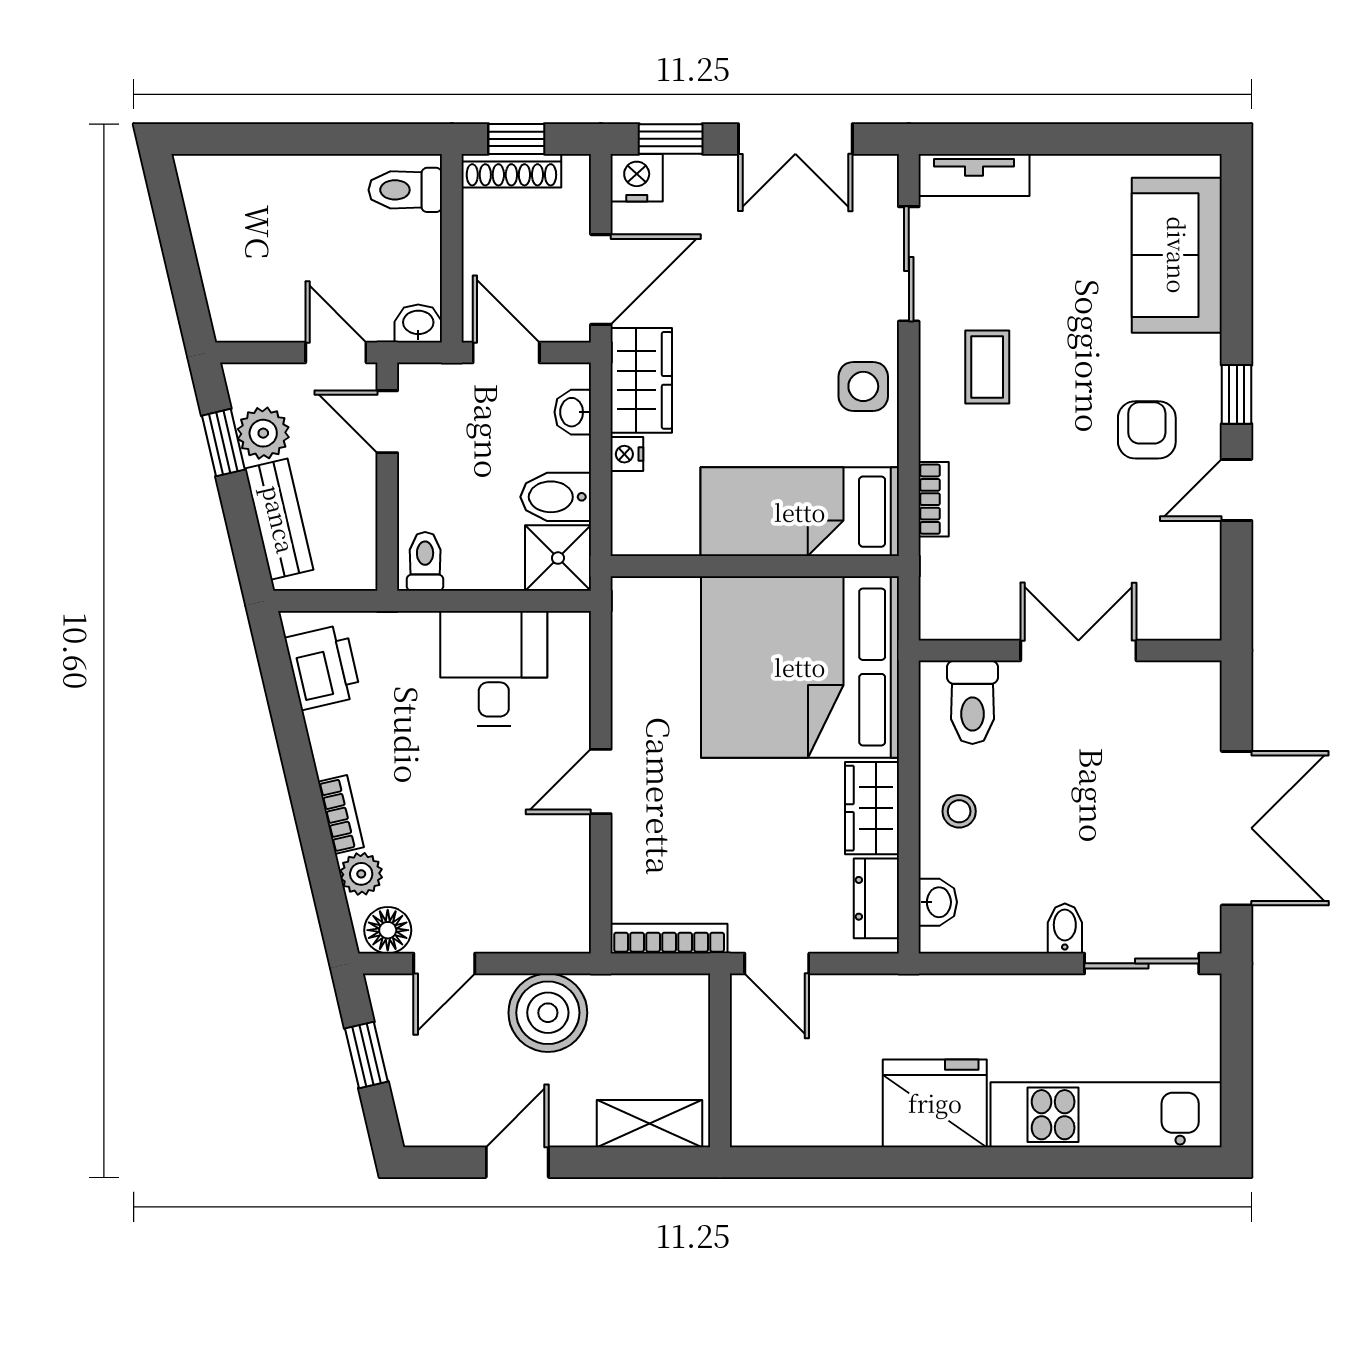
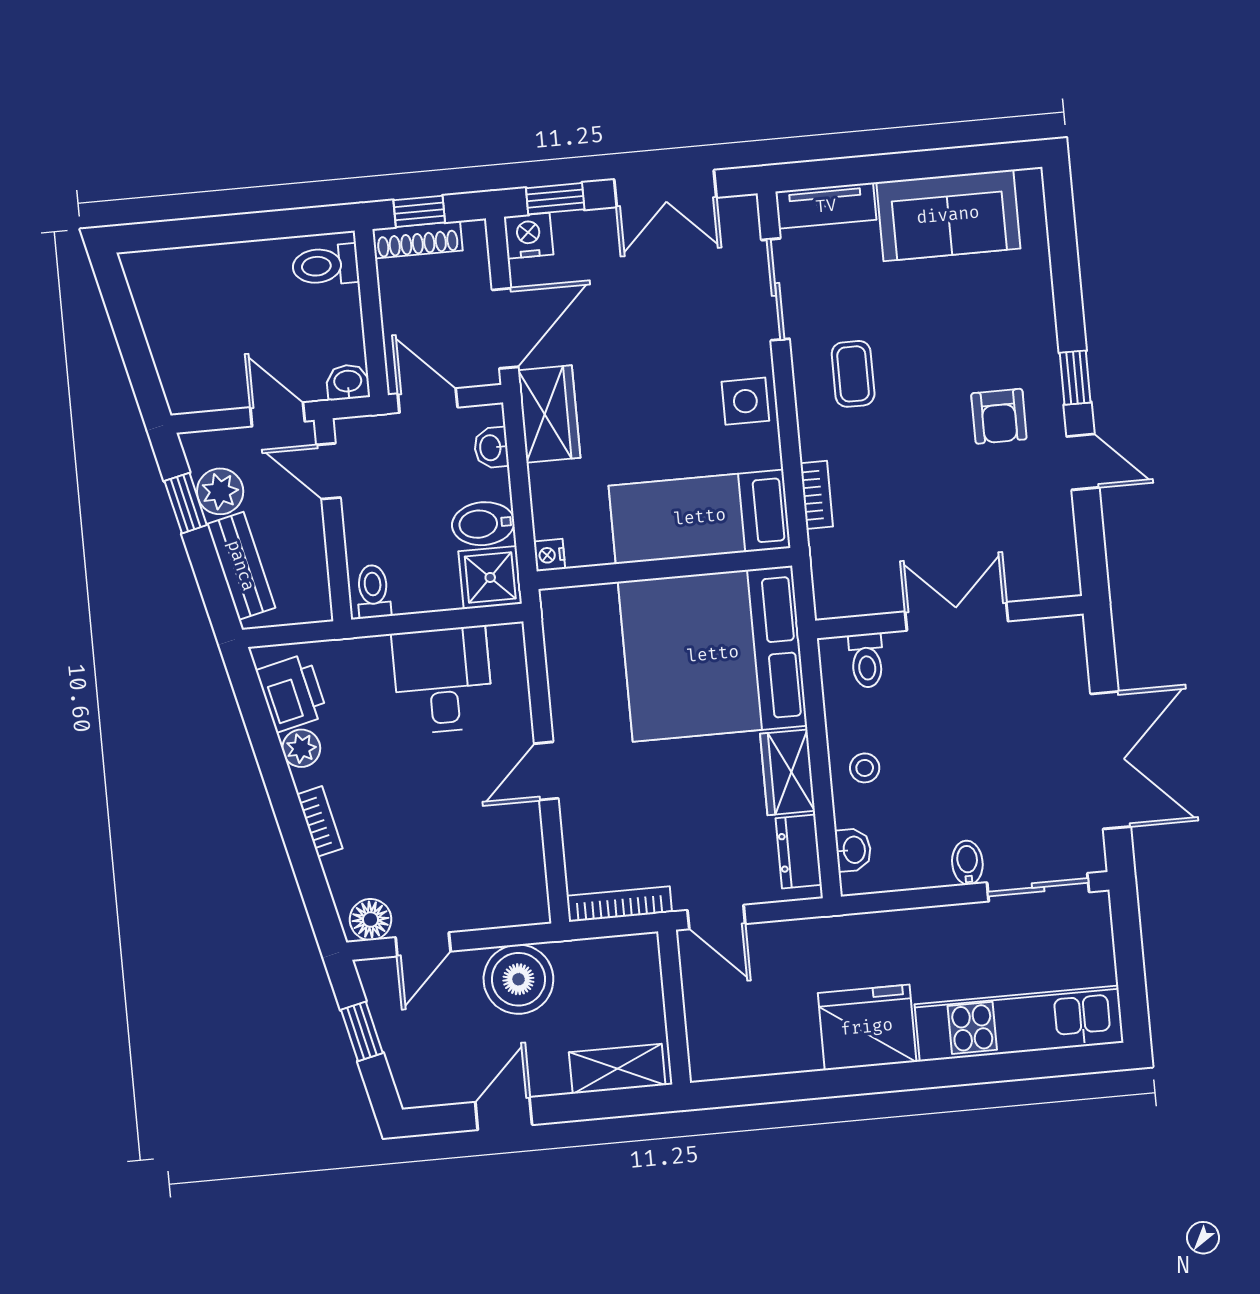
sofa: (1177, 255) -> (948, 215), moved, turned -90
armchair: (1147, 430) -> (999, 416), turned 180
nightstand: (627, 454) -> (549, 555), moved
door: (1237, 490) -> (1083, 462), swing flipped
toilet: (972, 702) -> (867, 660), width x0.73, depth x0.72
plant: (361, 874) -> (301, 748), moved

